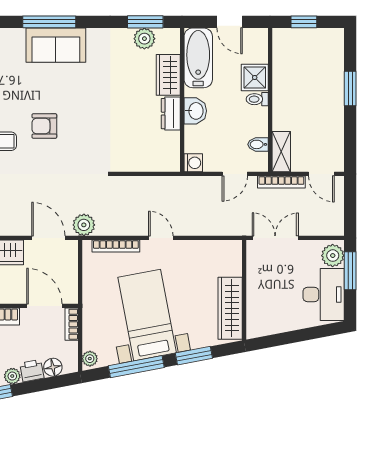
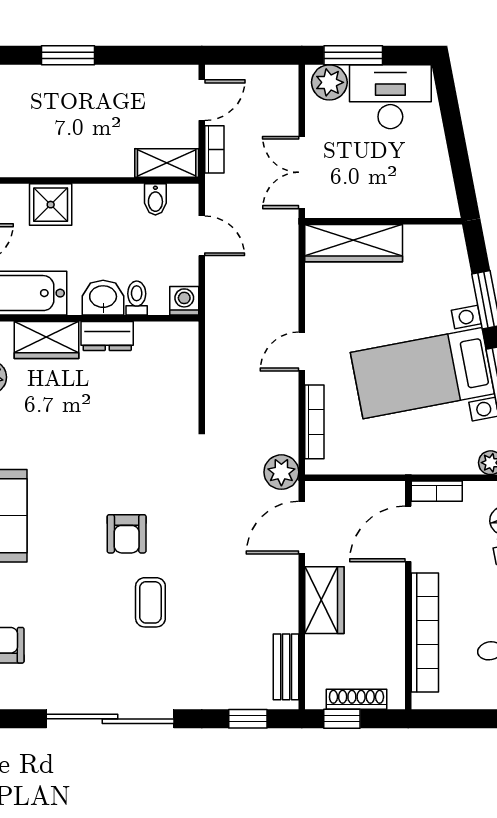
toilet: (257, 99) -> (137, 298), moved, turned 180
bookcase: (281, 182) -> (214, 149), width x0.64
wardrobe: (230, 308) -> (354, 243), moved

